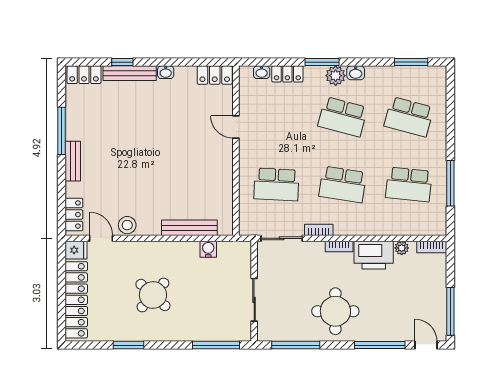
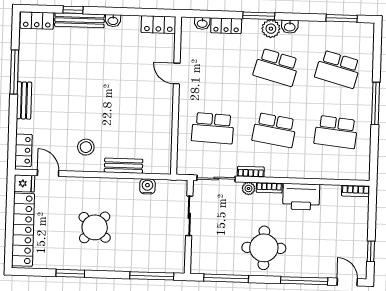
window: (450, 183) -> (376, 103), moved
stool: (127, 225) -> (86, 147), moved
bench: (189, 228) -> (124, 166), width x0.73
plant: (402, 248) -> (248, 188), moved
sliding door: (254, 300) -> (189, 216), moved
window: (450, 311) -> (371, 251), width x0.46

